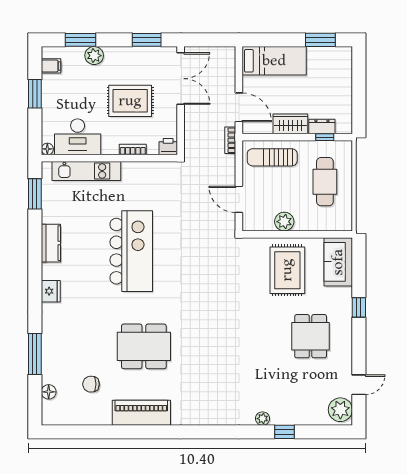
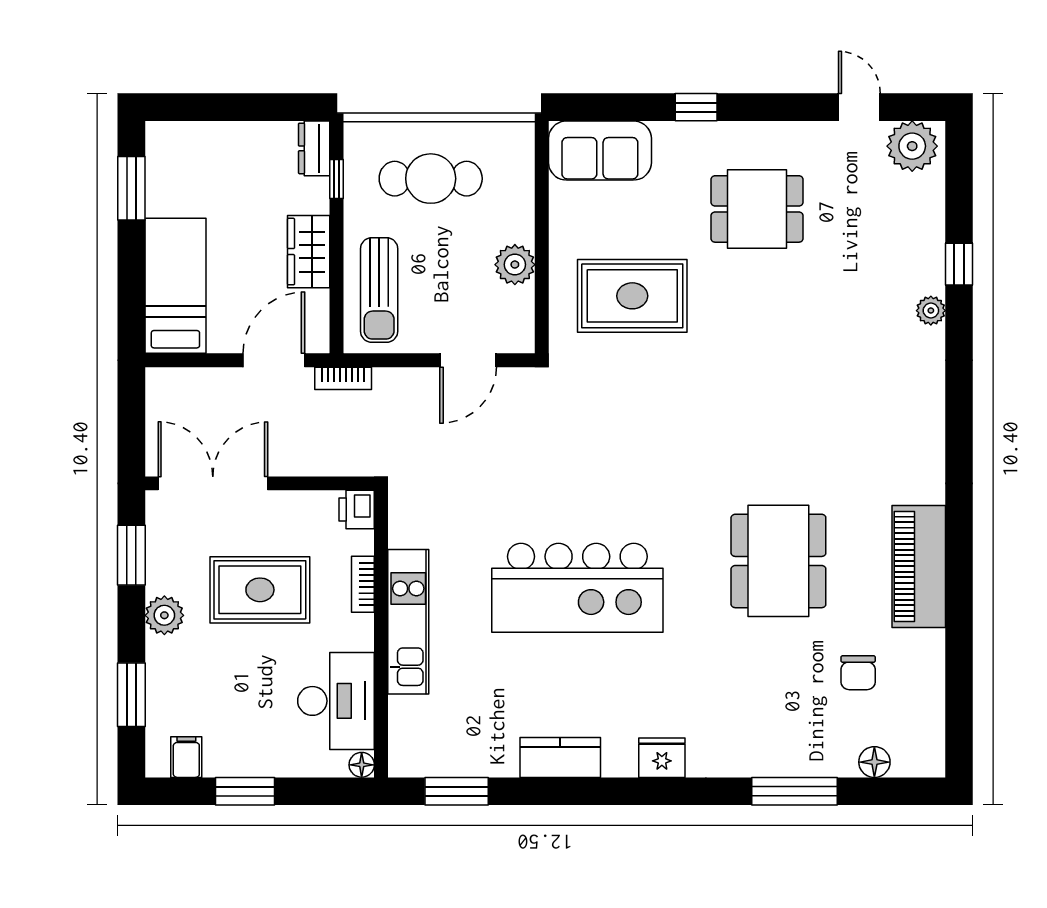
plant: (94, 56) -> (164, 615), moved
rug: (130, 101) -> (260, 590), turned 90
dresser: (322, 126) -> (314, 148), moved
kitchen unit: (86, 171) -> (408, 622), moved
kitchen island: (131, 251) -> (577, 588), turned 180
rug: (287, 270) -> (632, 296), moved

